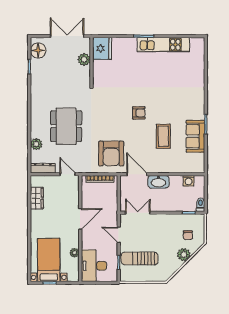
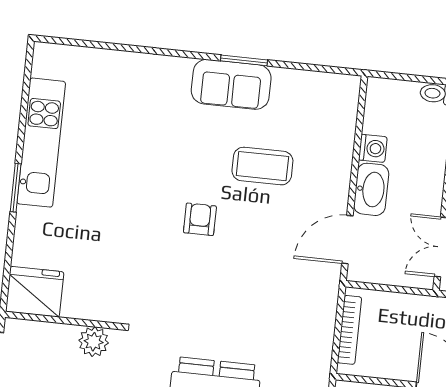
plant: (84, 60) -> (94, 342), moved
sofa: (195, 136) -> (231, 84), moved
armchair: (111, 154) -> (291, 296), removed
washing machine: (189, 181) -> (373, 148), moved

